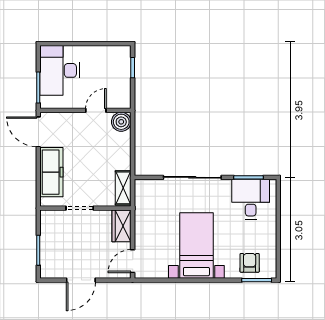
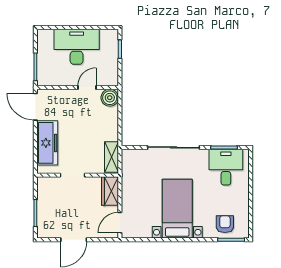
desk: (60, 70) -> (77, 47), moved, turned 90

